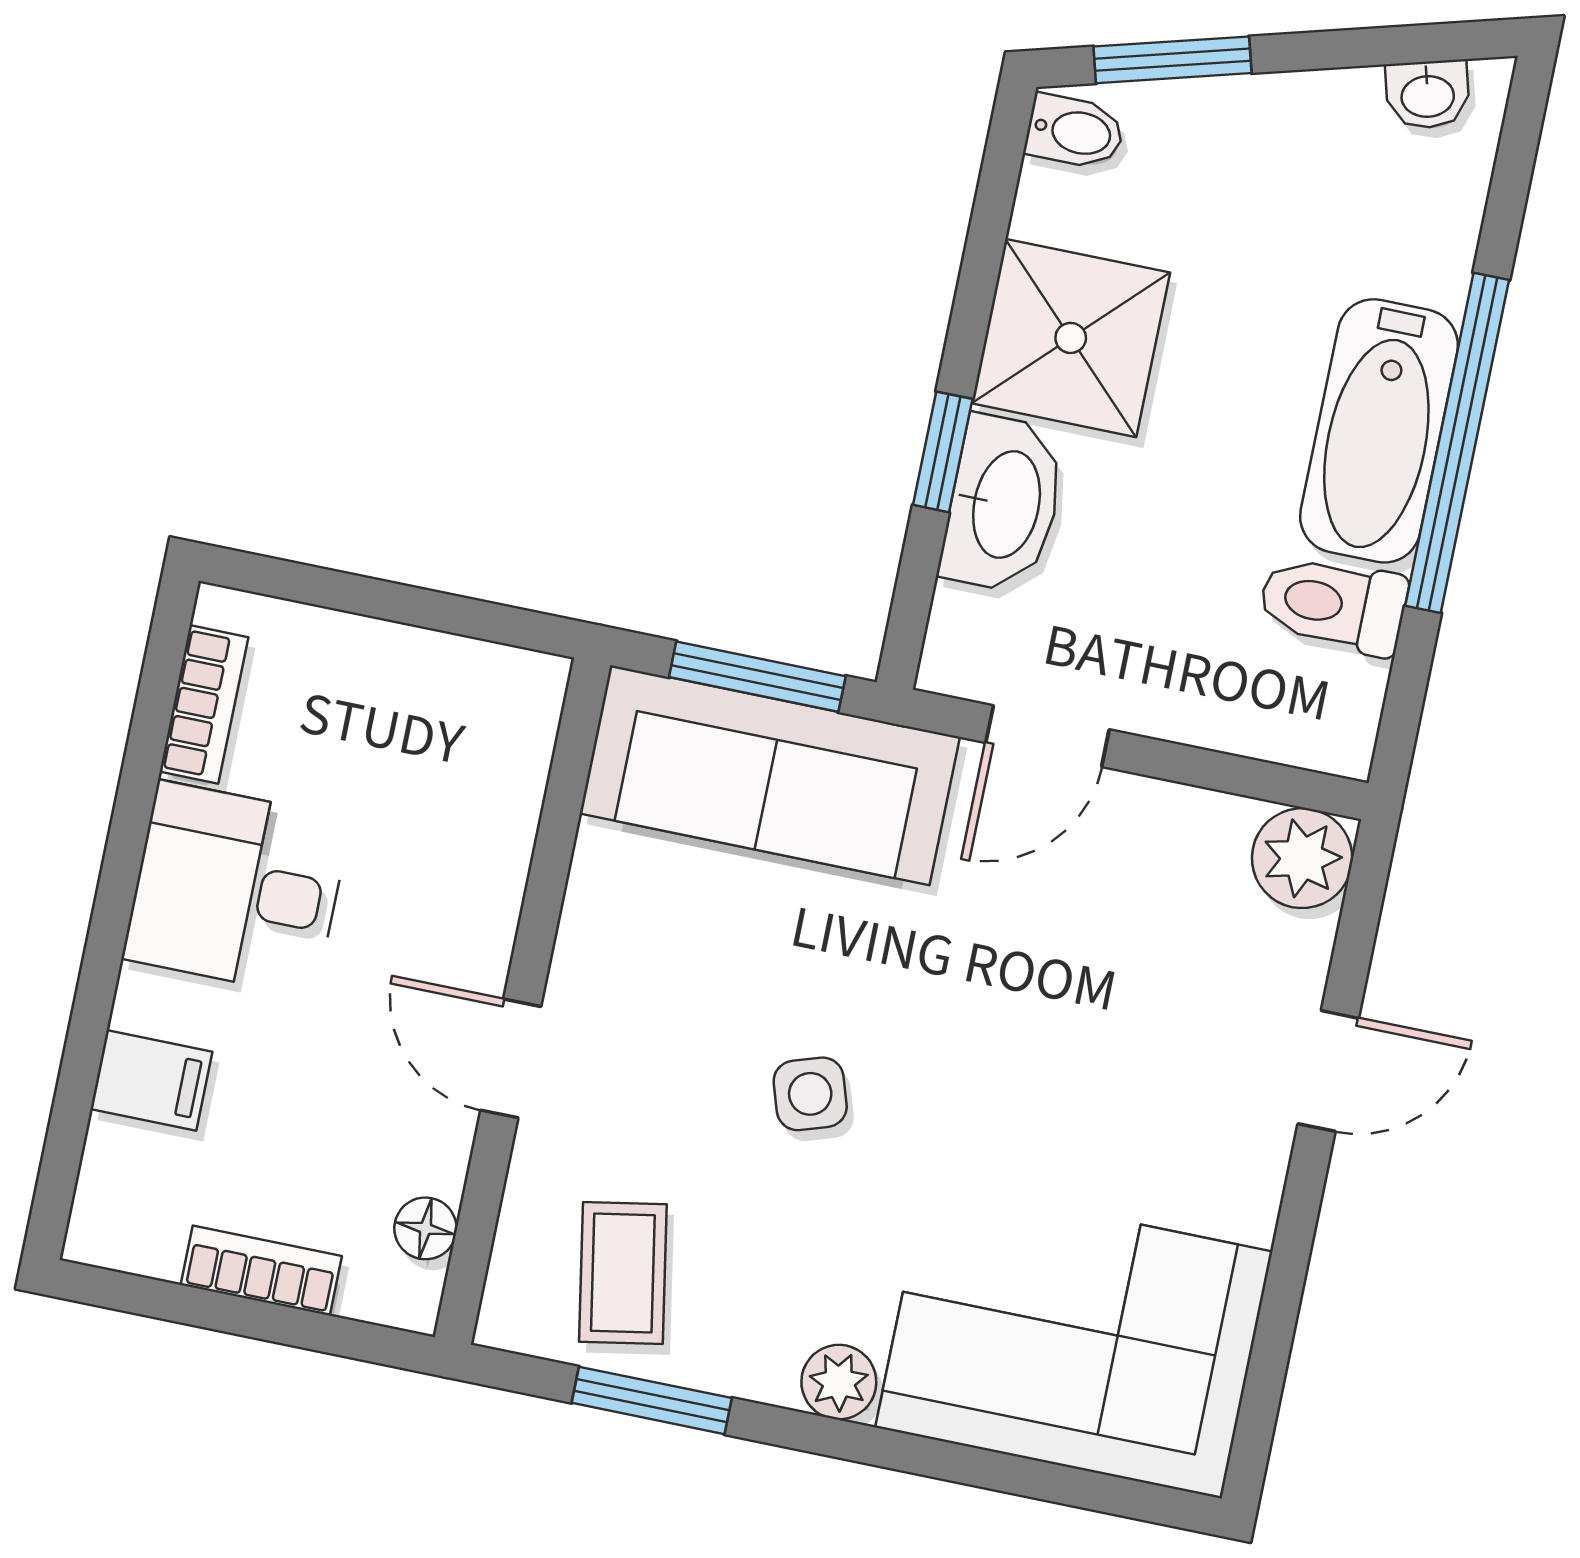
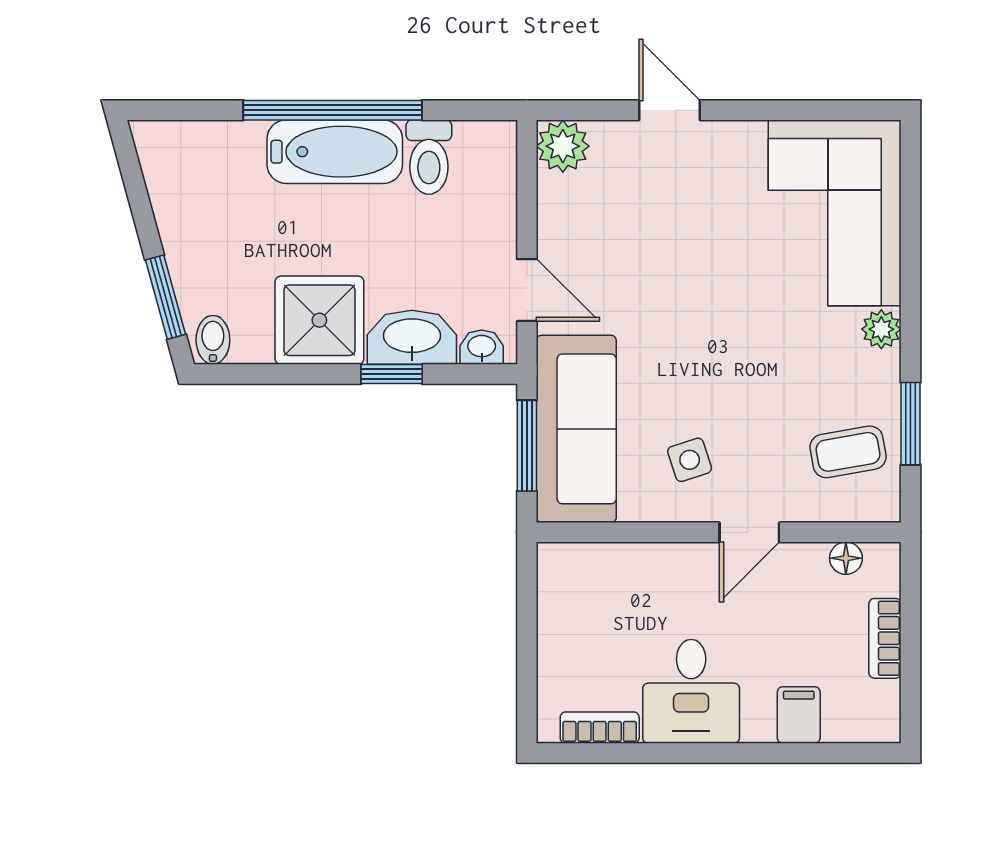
washbasin: (1428, 95) -> (482, 347), moved, turned -75
side table: (810, 1094) -> (690, 460), moved

